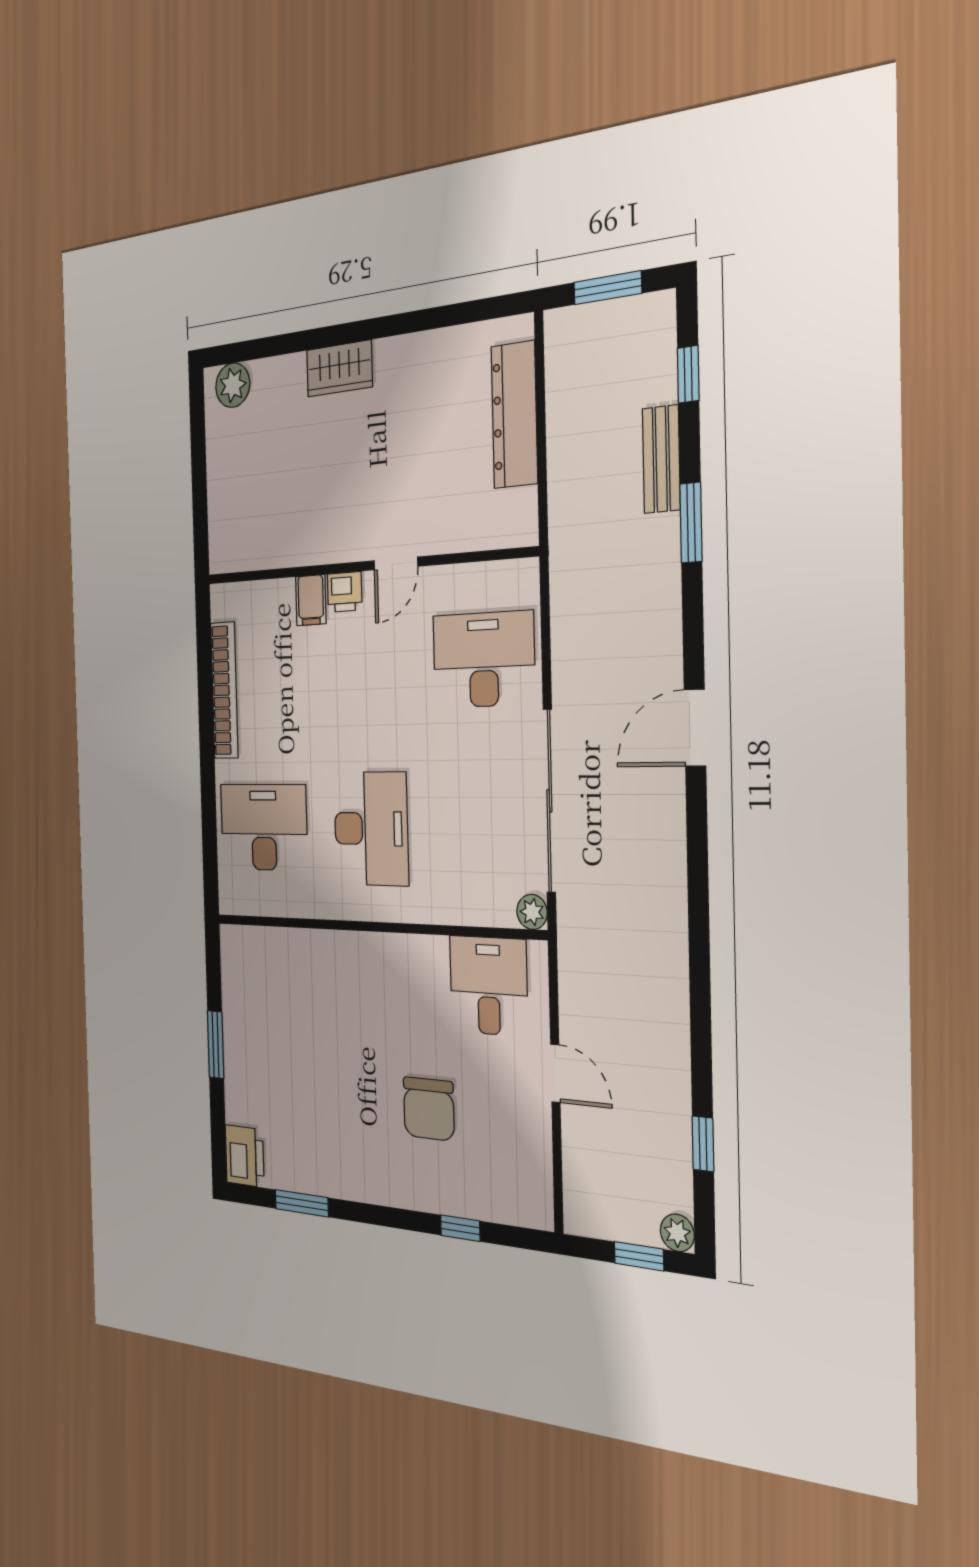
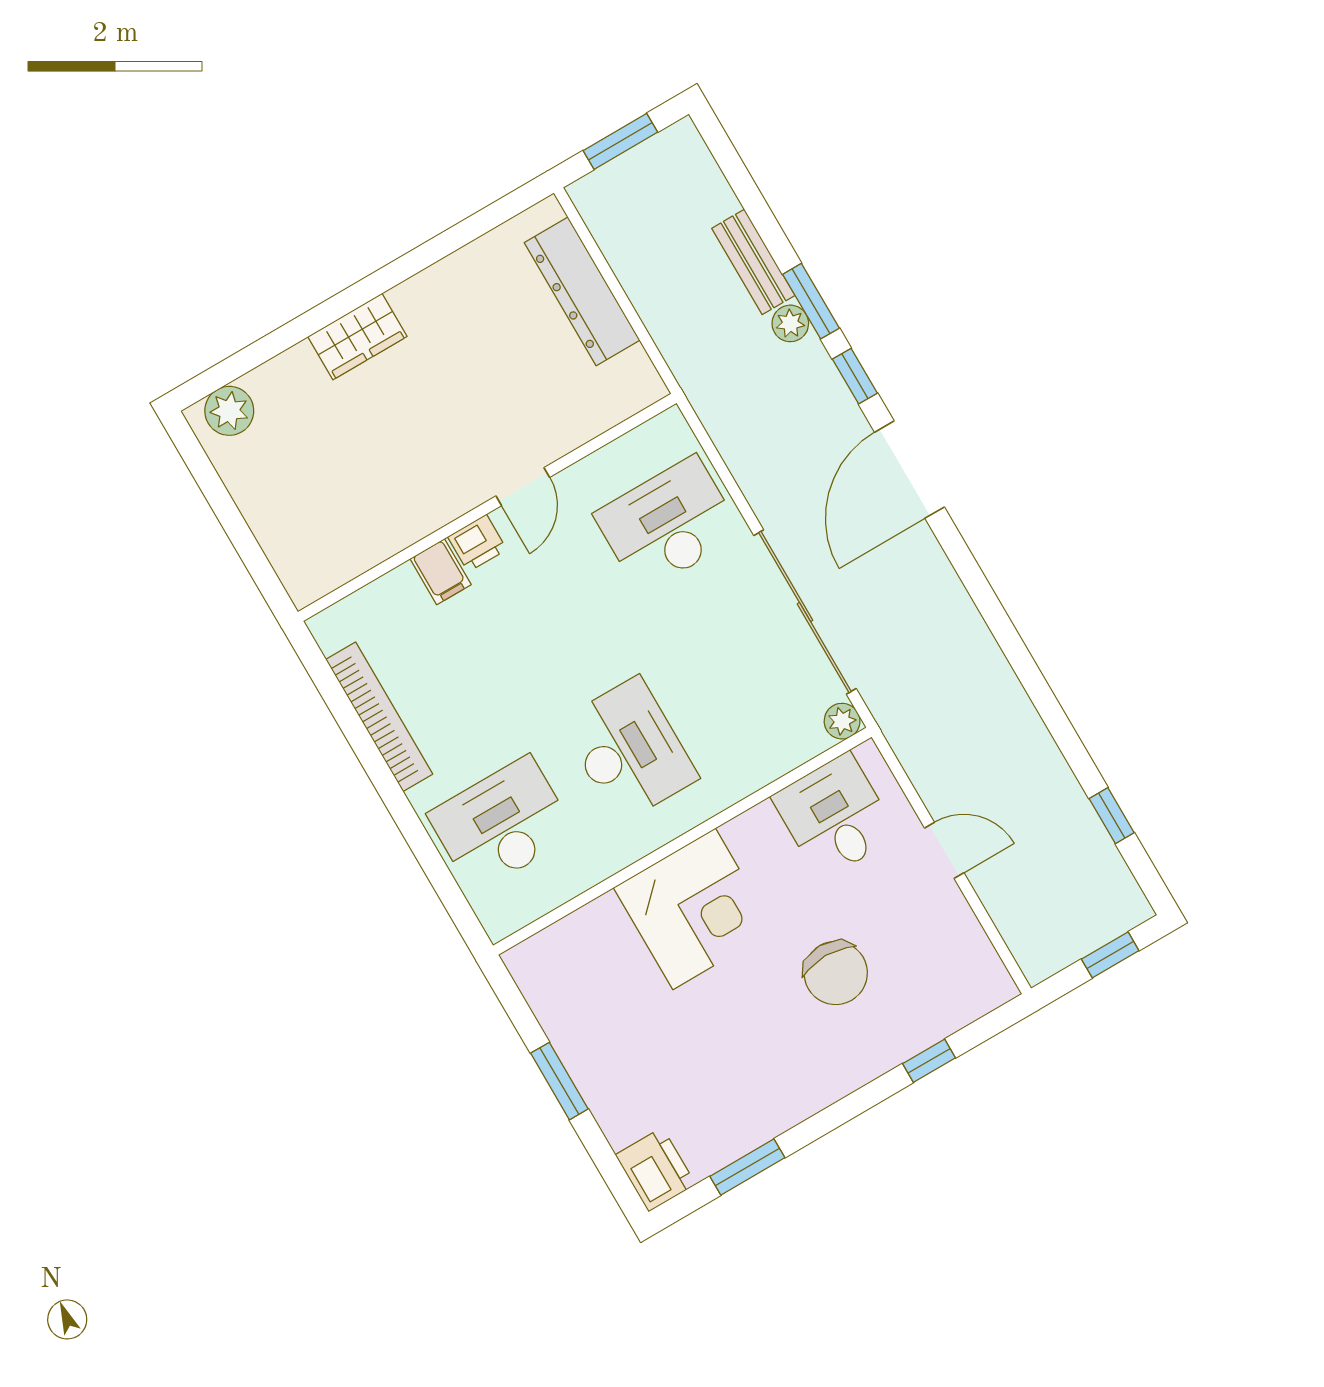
window: (688, 374) -> (855, 376), moved
door: (695, 728) -> (909, 470), width x1.36
corner desk: (357, 985) -> (694, 909), added
plant: (677, 1233) -> (790, 323), moved

